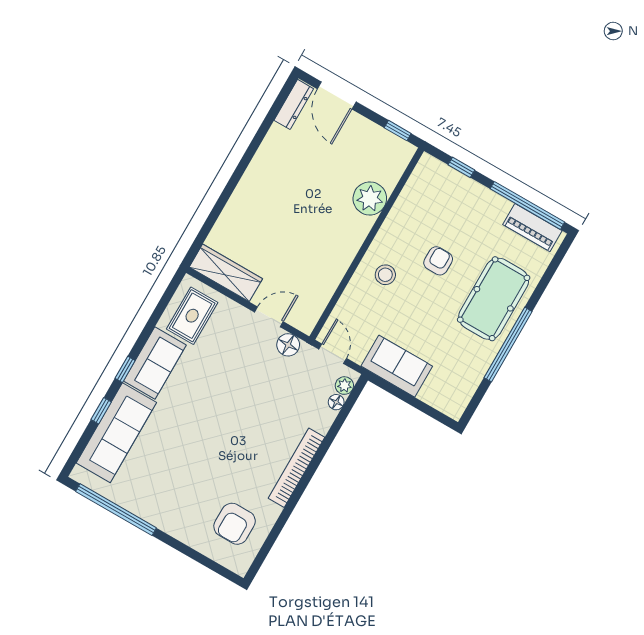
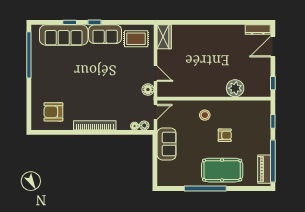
wardrobe: (226, 273) -> (164, 37), width x0.67

